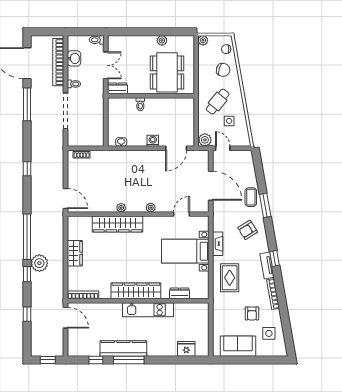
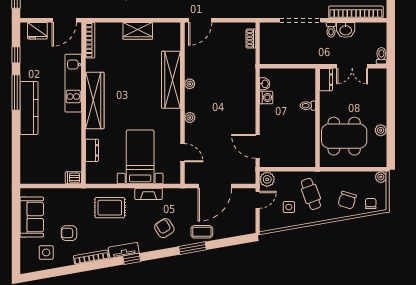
washbasin: (74, 58) -> (346, 30), moved
cafe table: (218, 102) -> (311, 194), turned 31
washing machine: (153, 141) -> (266, 98), moved
kitchen unit: (148, 310) -> (73, 83), moved
dishwasher: (203, 310) -> (73, 178), added
kitchen counter: (123, 349) -> (29, 108), moved
fridge: (186, 349) -> (37, 31), moved, turned 90

